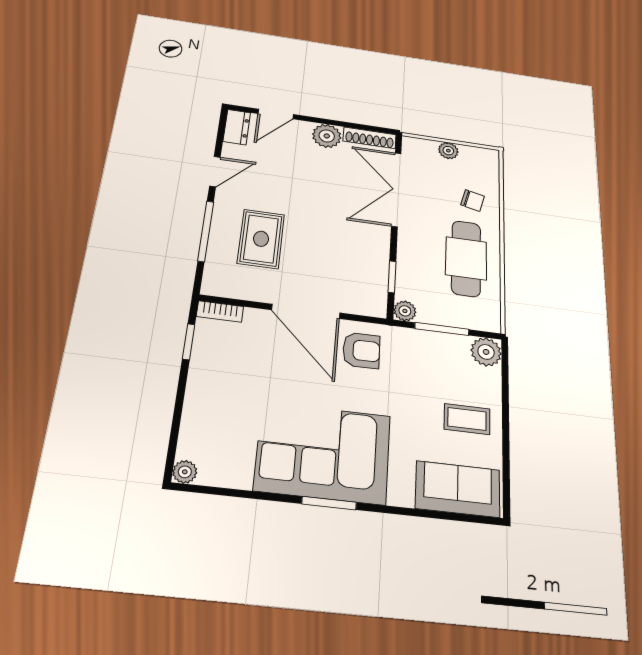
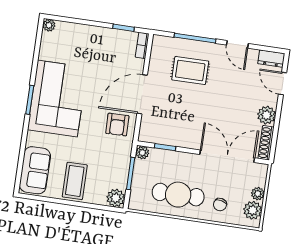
plant: (474, 158) -> (253, 210), added
coffee table: (467, 419) -> (75, 181), width x1.36, depth x1.30

